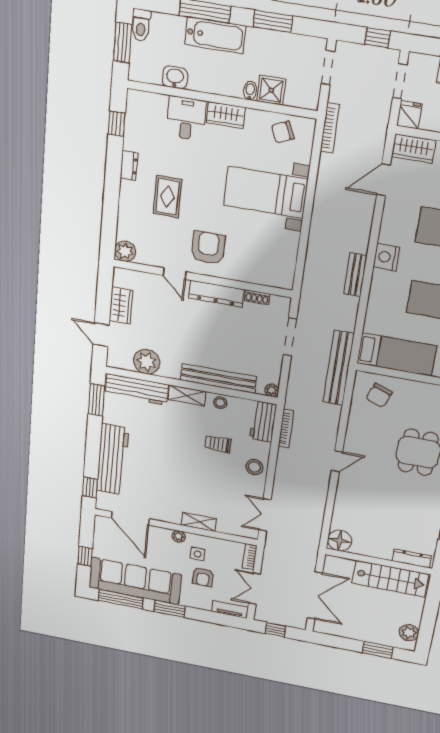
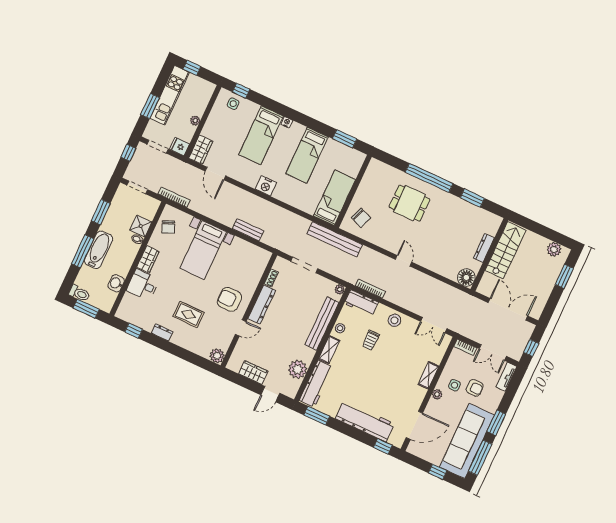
bench: (355, 275) -> (248, 230), moved
dresser: (412, 558) -> (484, 248), moved

